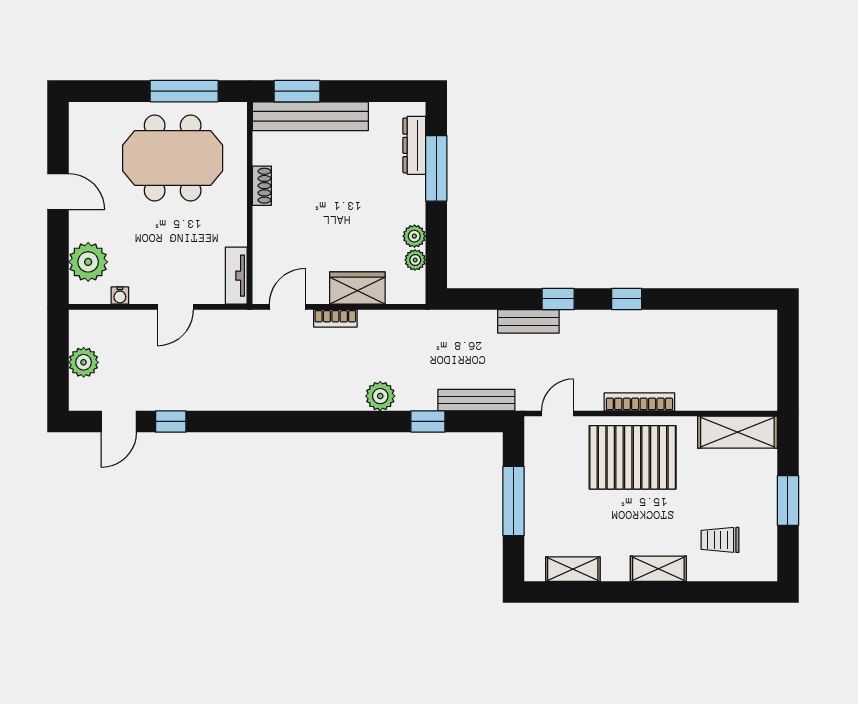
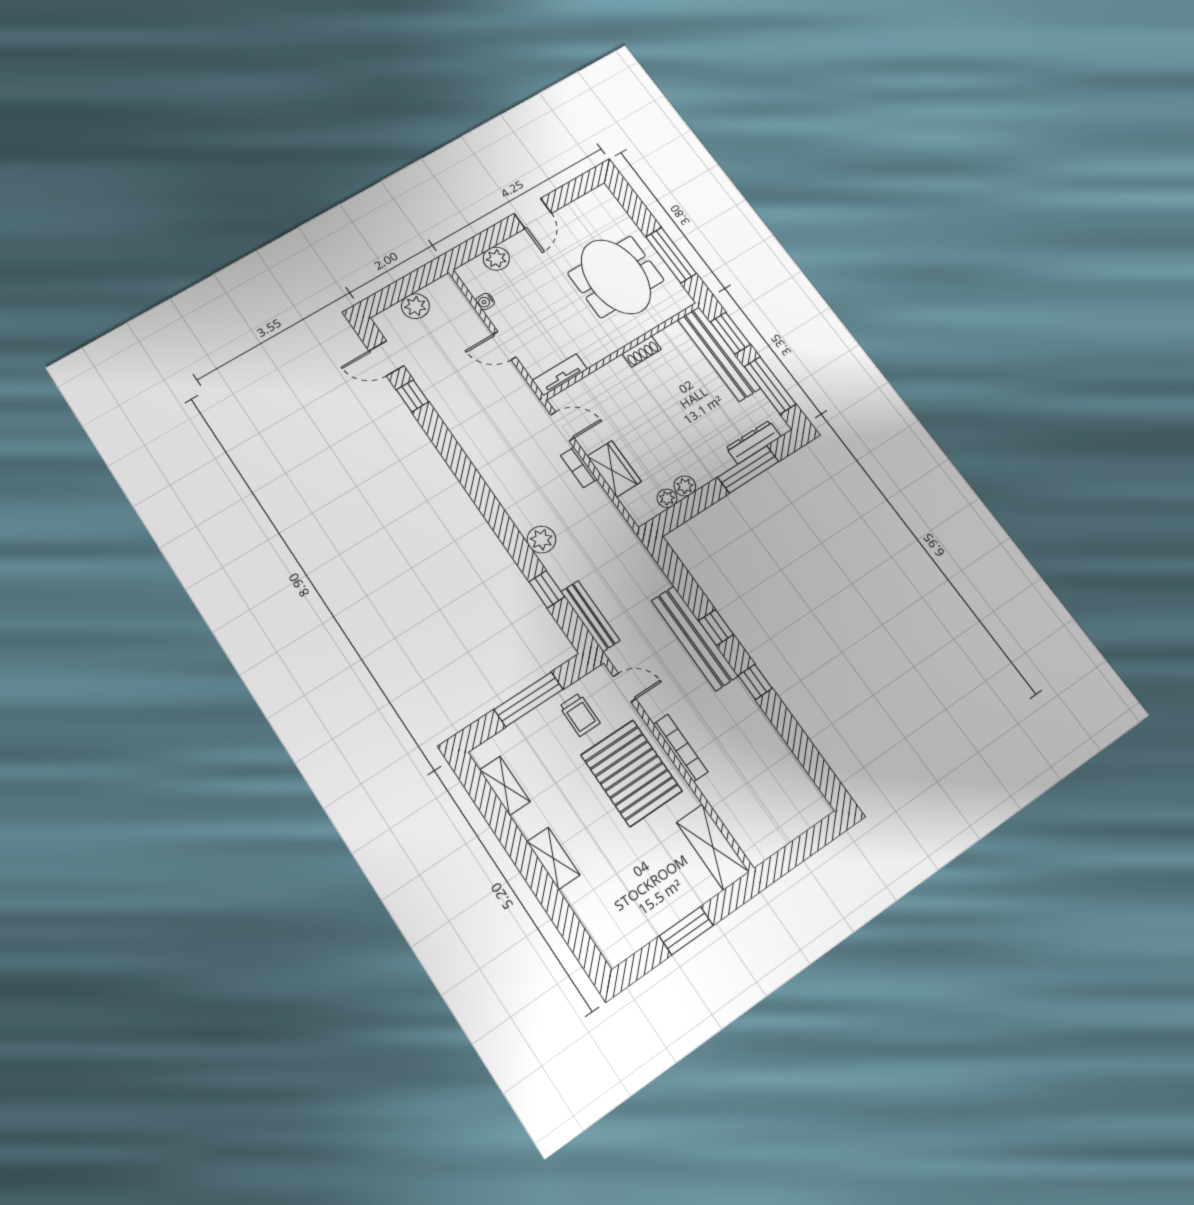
window: (371, 91) -> (770, 385), added
plant: (88, 262) -> (496, 259), width x0.73, depth x0.73
bench: (528, 321) -> (695, 638), width x1.86, depth x1.21
trolley: (720, 540) -> (580, 715), moved, turned 180

